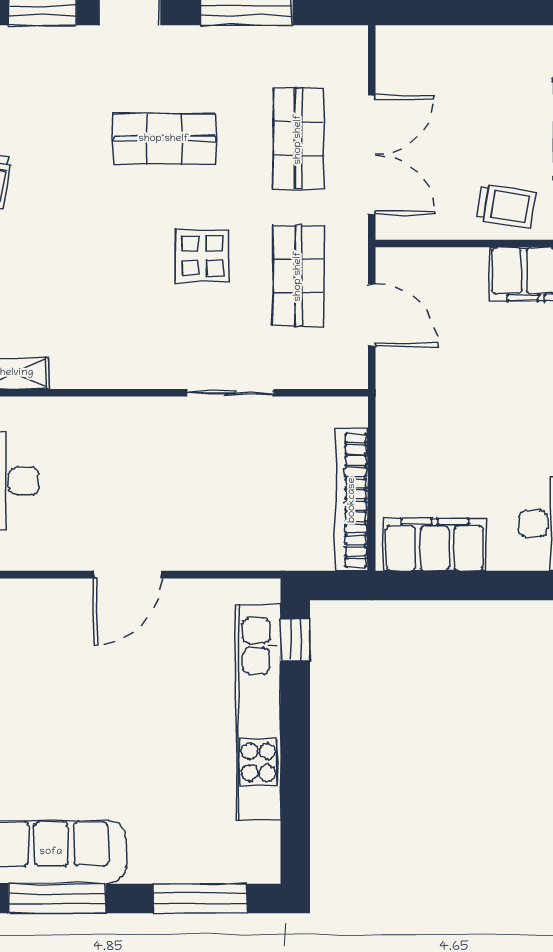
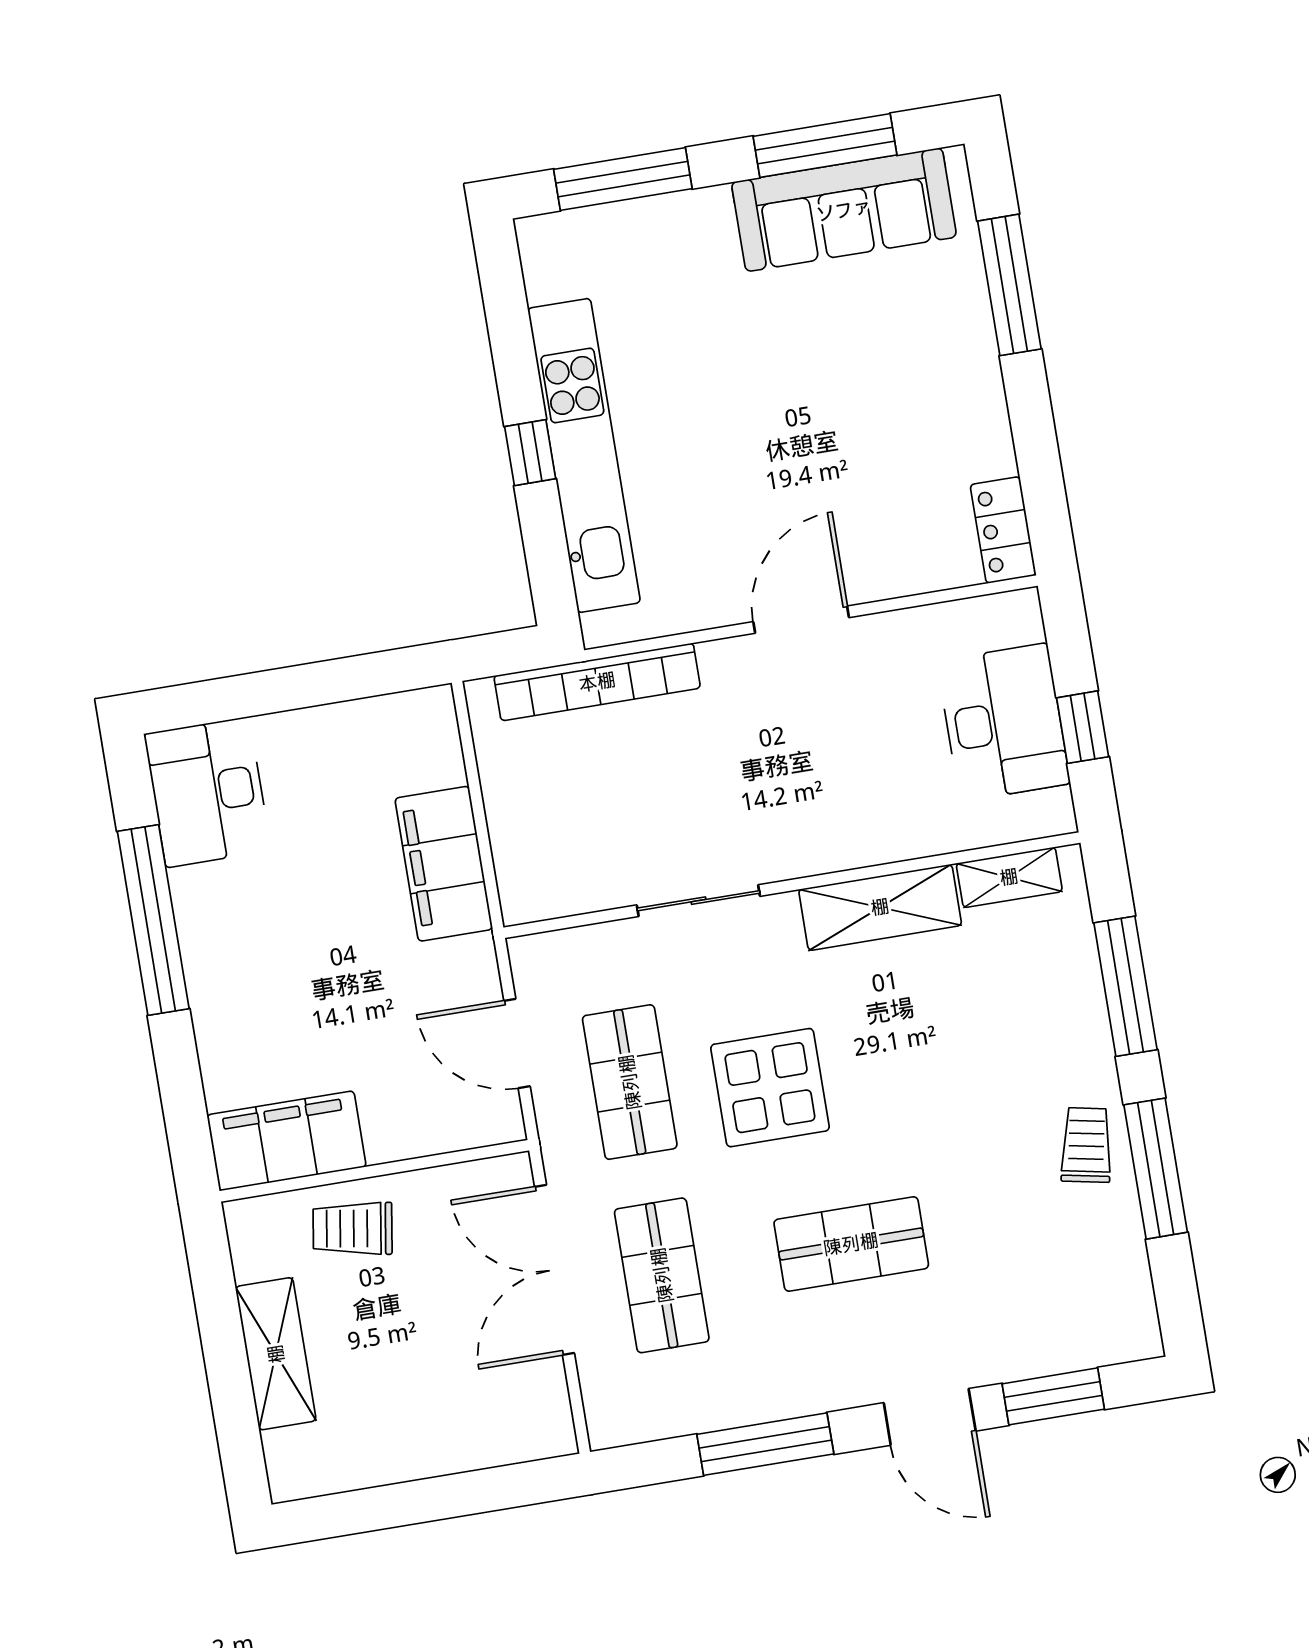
display table: (202, 256) -> (770, 1088), width x1.36, depth x1.36
shelving: (106, 367) -> (880, 907), added
bookcase: (352, 500) -> (597, 682), moved, turned 90
filing cabinet: (435, 545) -> (444, 864), moved, turned 90
window: (295, 640) -> (530, 453), moved

